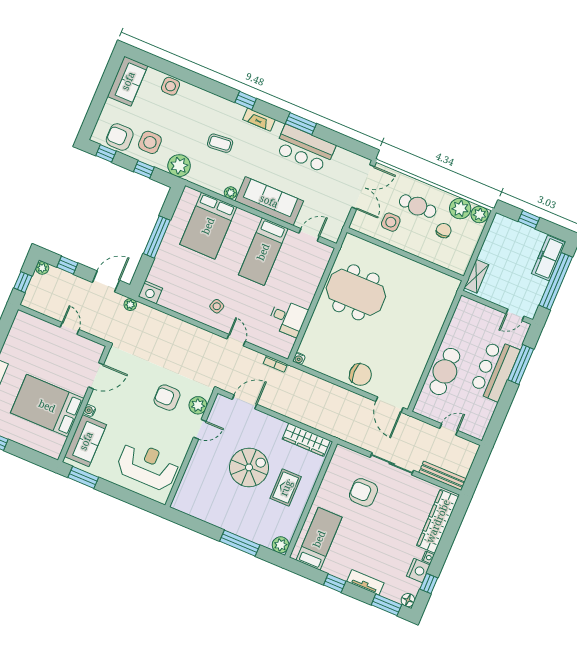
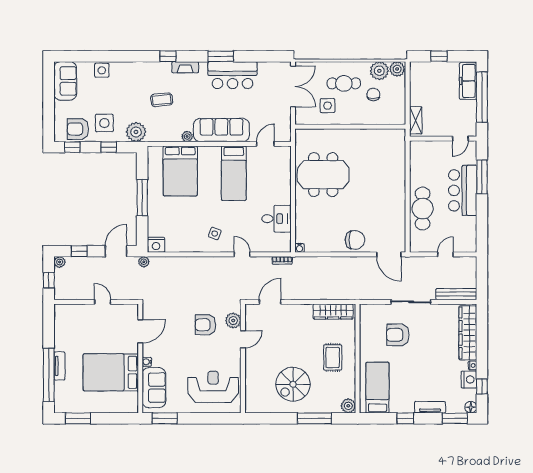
spiral stairs: (249, 467) -> (293, 384), moved, turned 180

